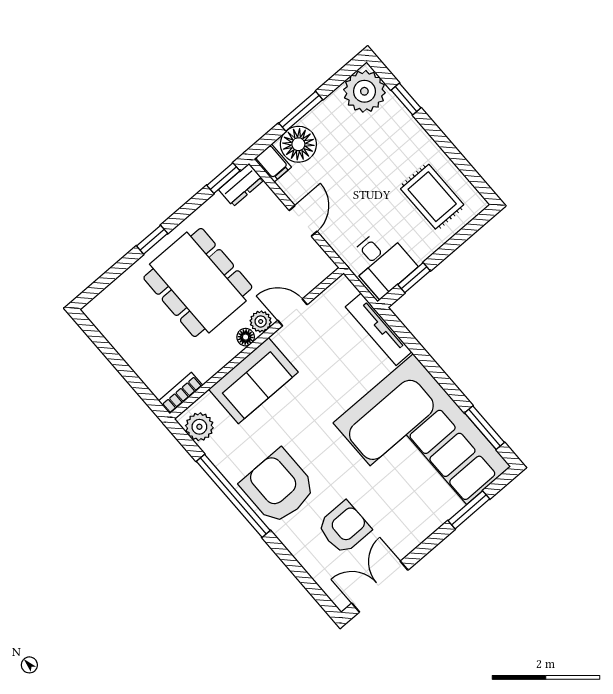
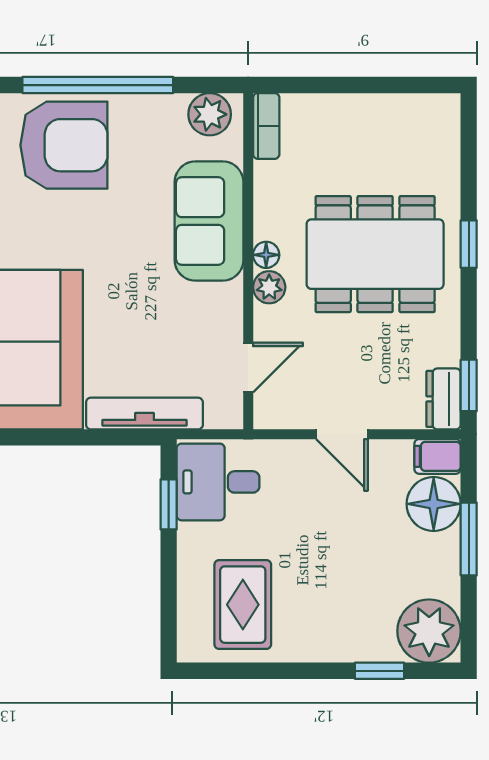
rug: (432, 197) -> (243, 605), turned 90
door: (292, 312) -> (248, 367), moved

